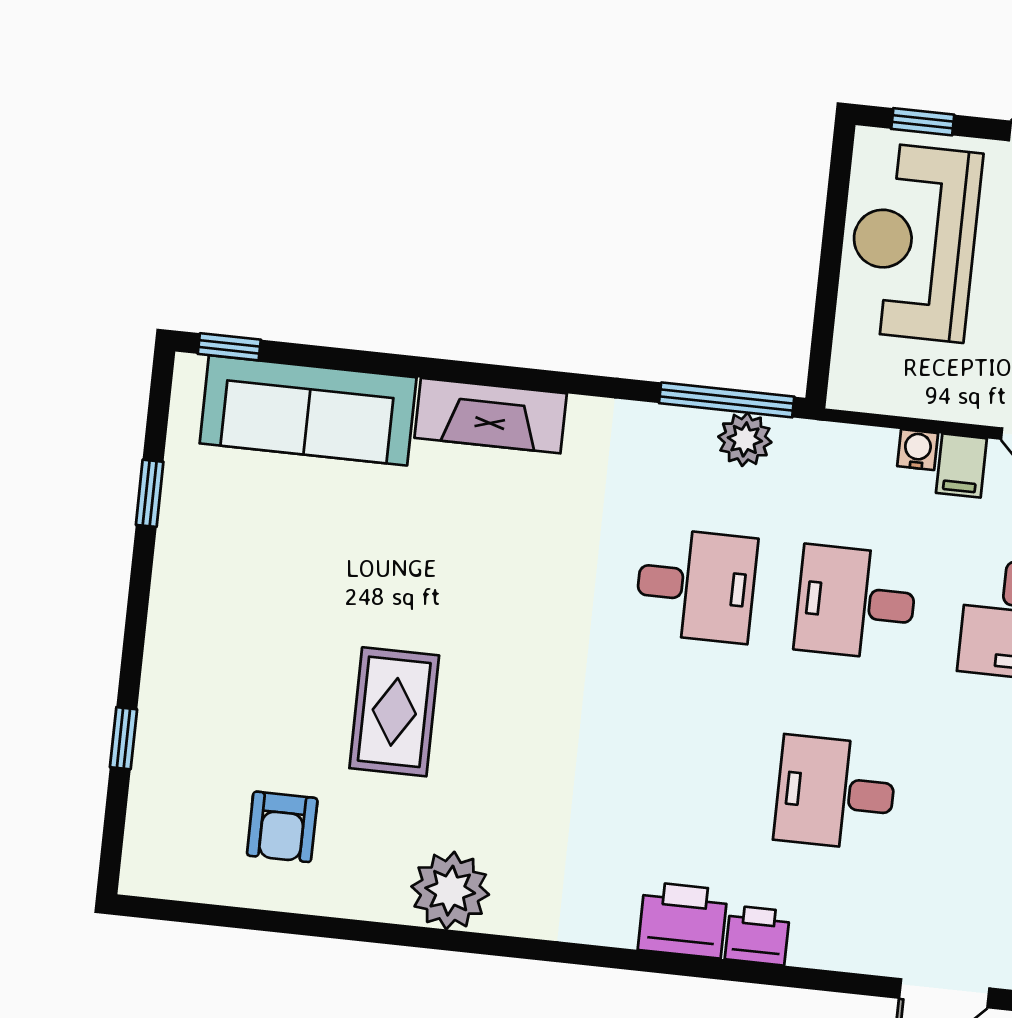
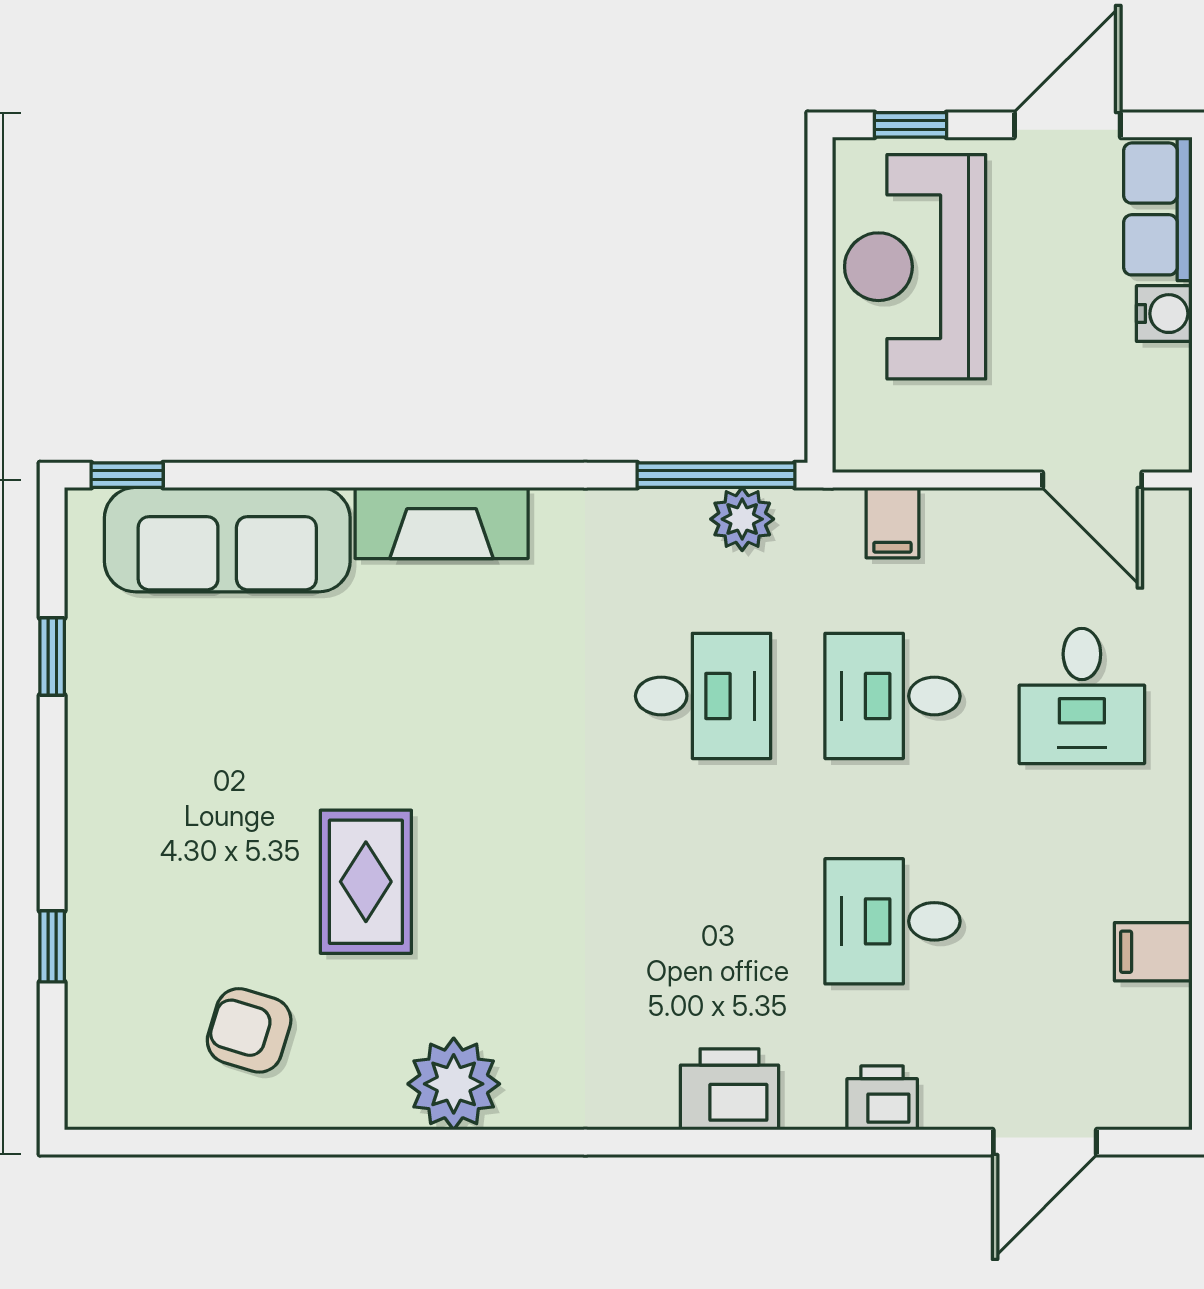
water cooler: (918, 450) -> (946, 509), removed
filing cabinet: (961, 466) -> (892, 523), moved
armchair: (282, 827) -> (249, 1030), turned 107
printer: (757, 935) -> (882, 1098), moved

